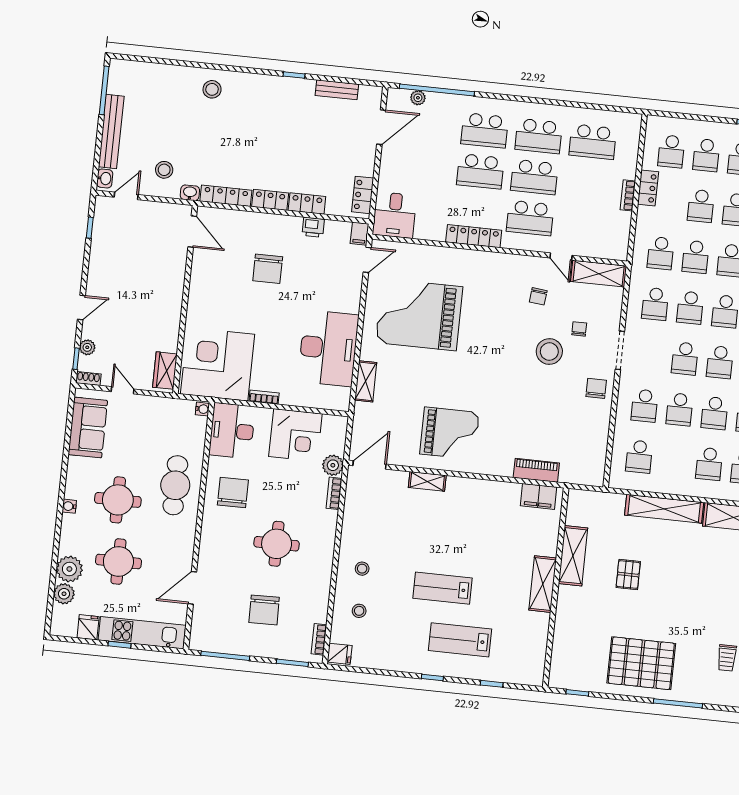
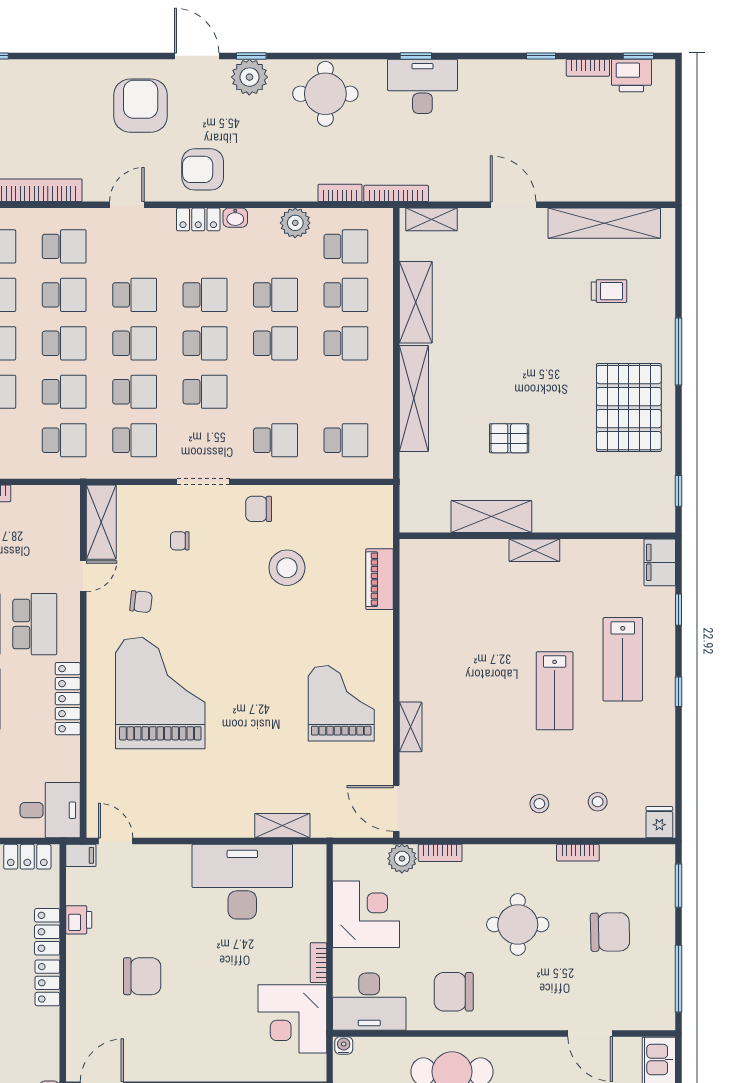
locker: (226, 196) -> (48, 1044), removed
grand piano: (419, 315) -> (160, 693), moved, turned 180
stool: (549, 352) -> (287, 568), moved
corner desk: (218, 364) -> (292, 1019), width x0.74, depth x0.74
school desk: (679, 409) -> (275, 392), removed
filing cabinet: (538, 496) -> (660, 562), moved, turned 180
shelving: (543, 584) -> (534, 550), width x0.67, depth x0.75
bookcase: (319, 639) -> (578, 853), moved

